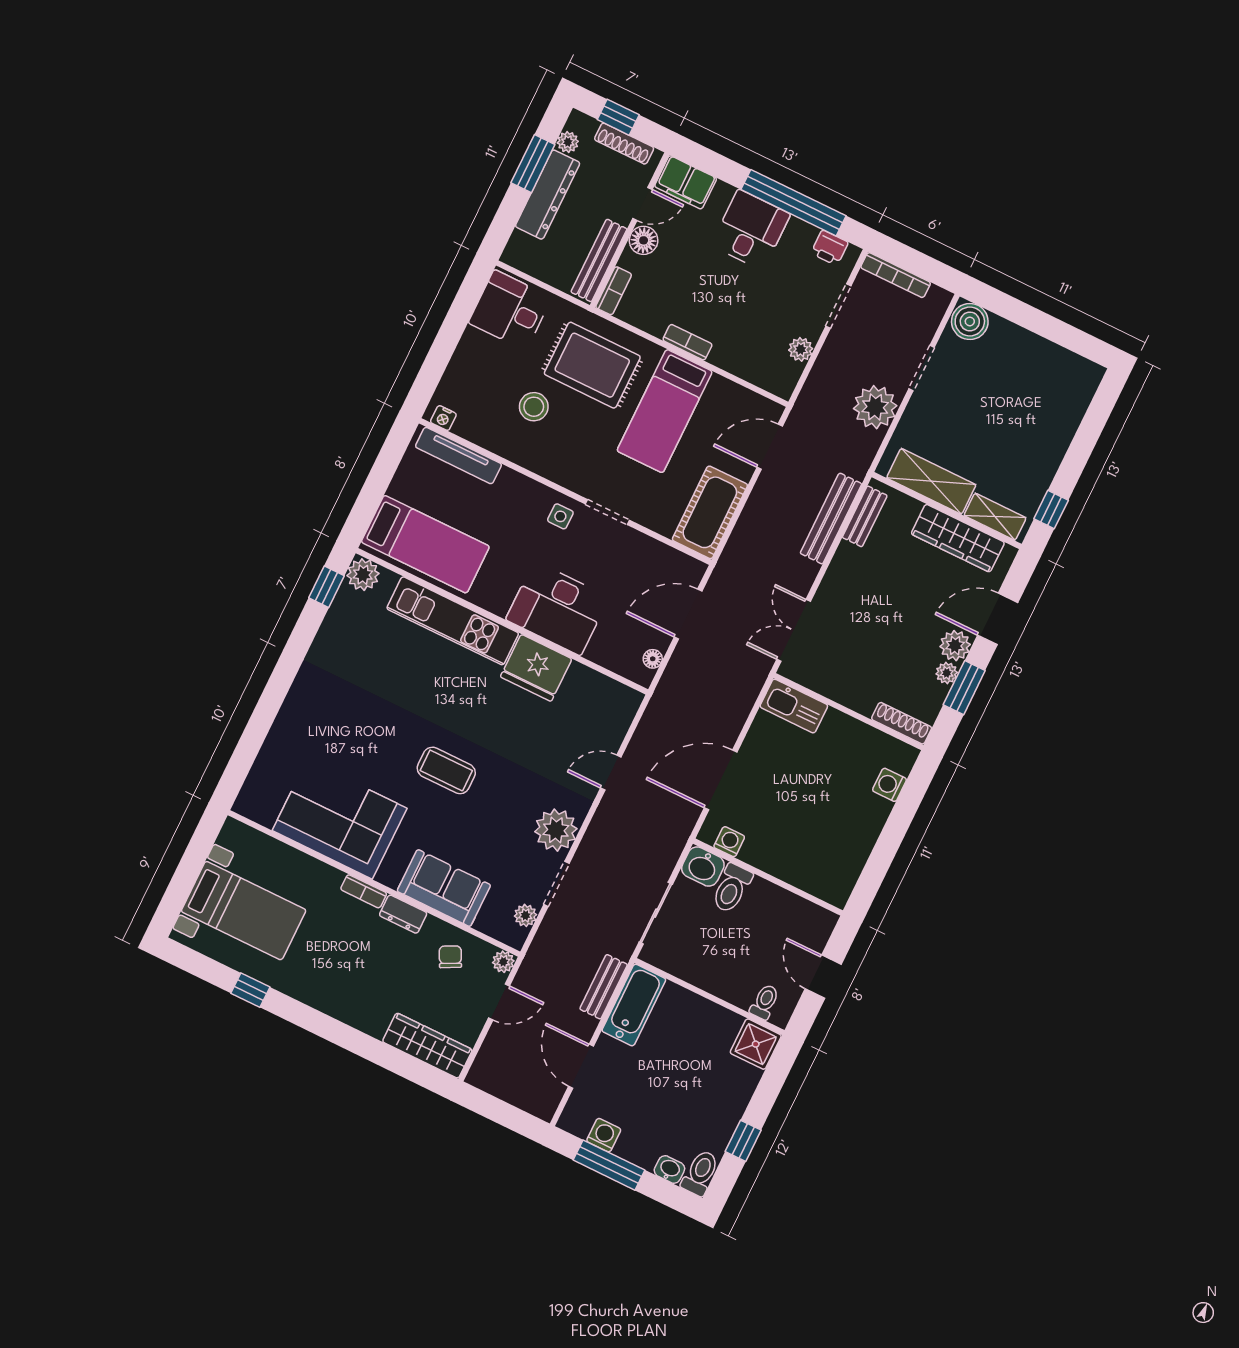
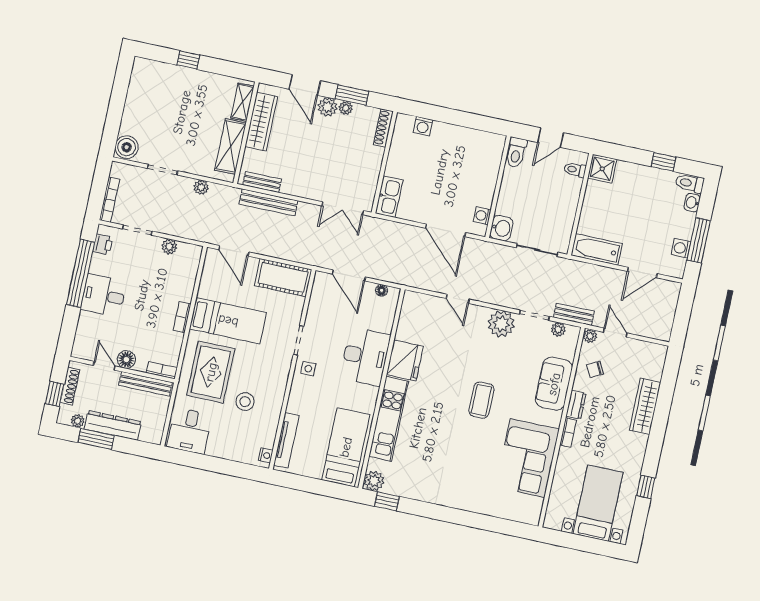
filing cabinet: (686, 182) -> (84, 343), removed
plant: (875, 407) -> (201, 187), width x0.53, depth x0.53
window: (1051, 509) -> (188, 60), moved
toilet: (732, 888) -> (516, 152), moved, turned 90
bench: (604, 987) -> (574, 314), moved
wardrobe: (427, 1046) -> (645, 406), moved

